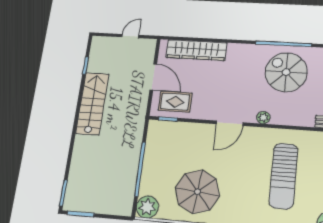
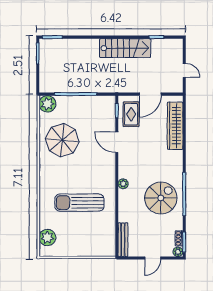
door: (230, 123) -> (117, 142), moved

